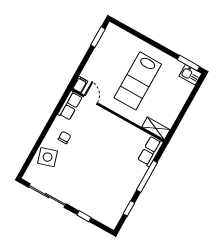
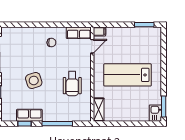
wheelchair: (116, 140) -> (72, 84), added
row of seats: (150, 151) -> (29, 115), moved
side table: (48, 157) -> (34, 80), moved

